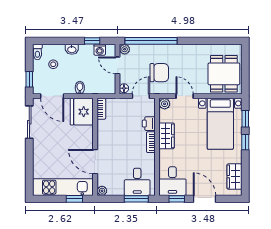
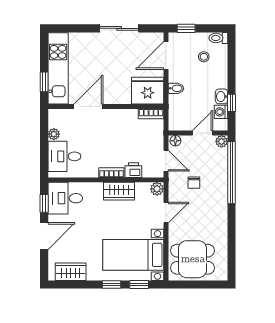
washbasin: (72, 49) -> (222, 96), moved
chair: (159, 73) -> (194, 183), width x0.54, depth x0.54
sliding door: (29, 122) -> (119, 28), moved
plant: (102, 191) -> (54, 134), moved
window: (136, 199) -> (44, 155), removed

